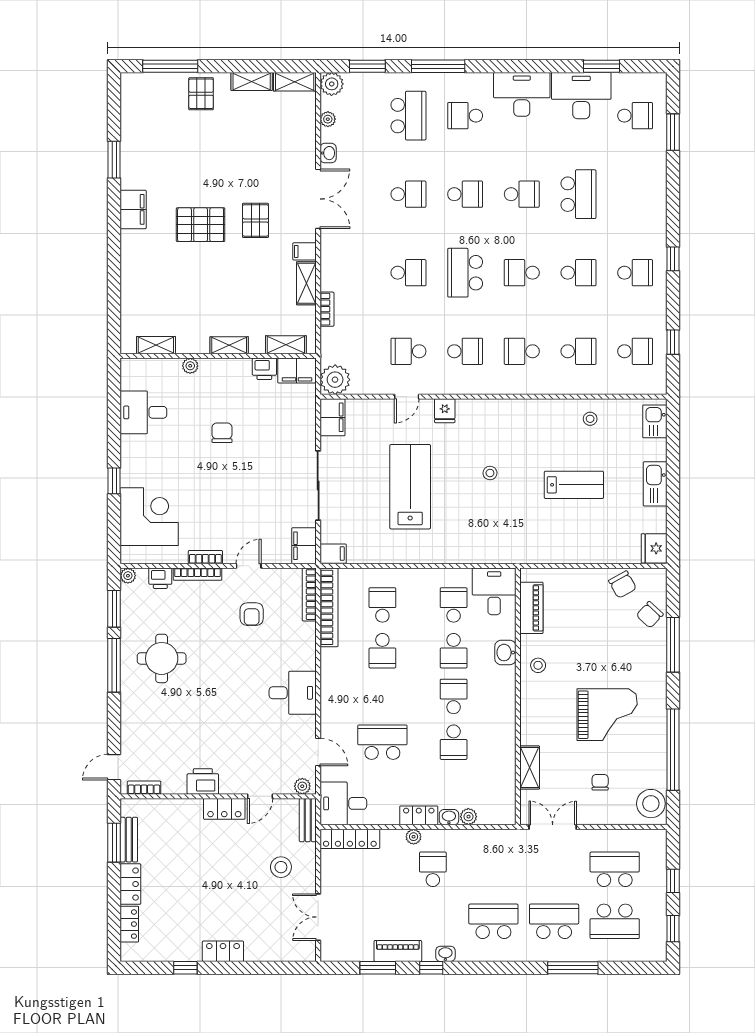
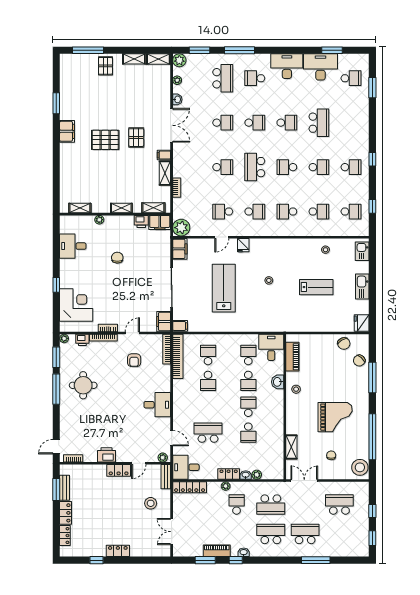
school desk: (615, 921) -> (271, 505), moved

